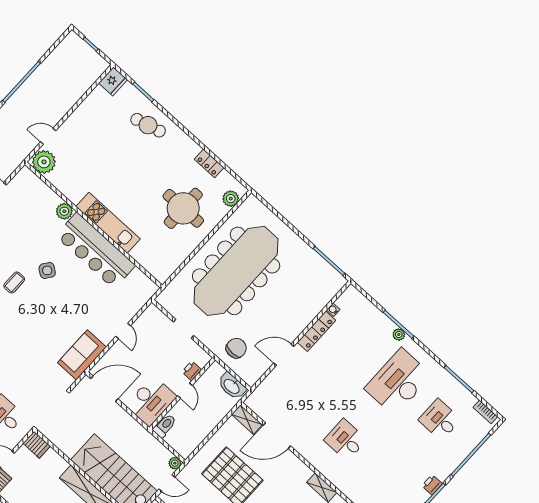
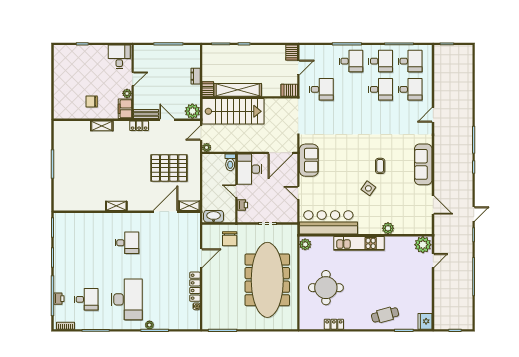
plant: (231, 199) -> (305, 244), moved
bar counter: (95, 251) -> (328, 222), moved
printer: (432, 485) -> (59, 299), moved

